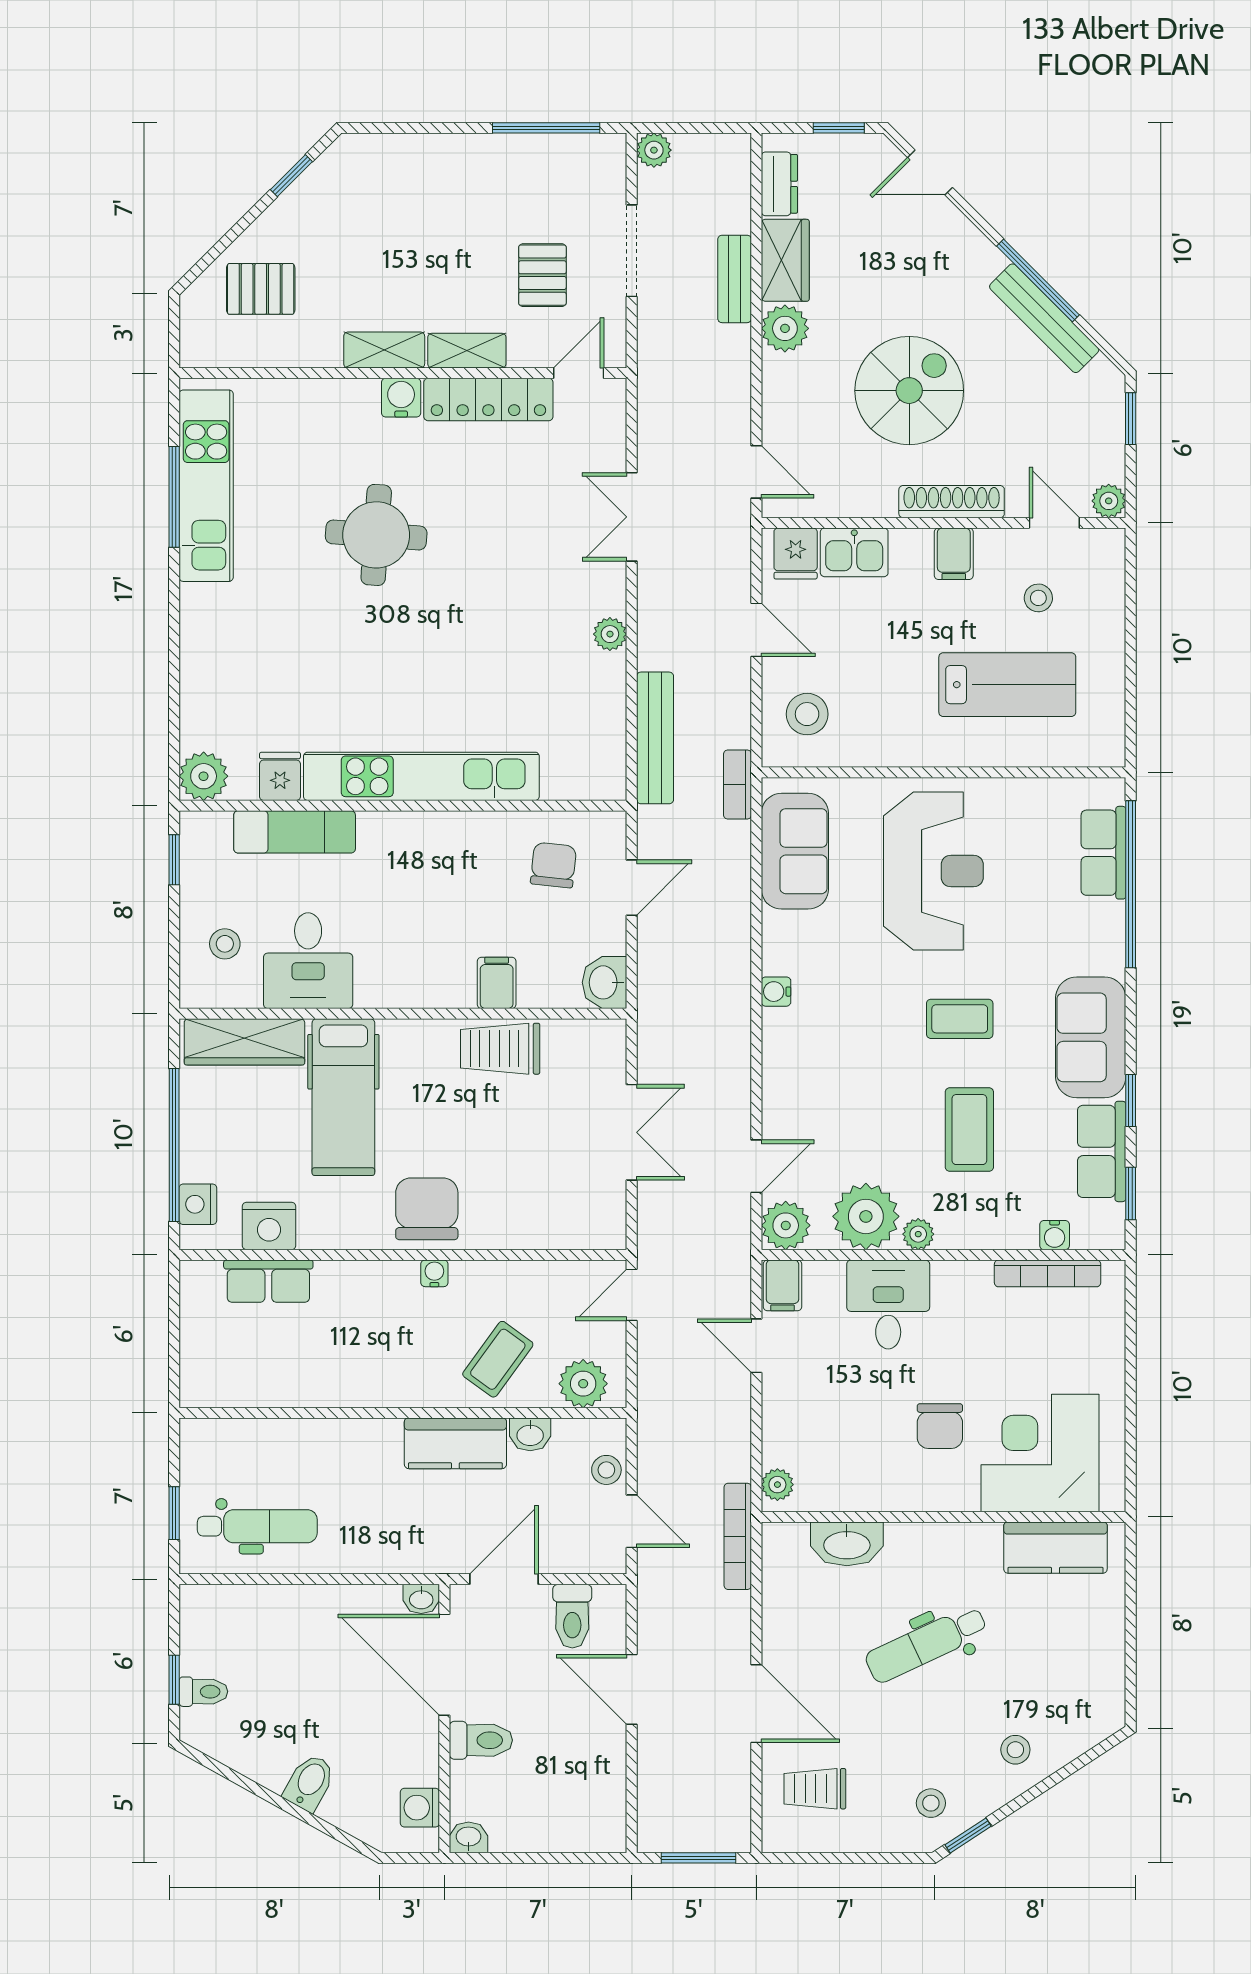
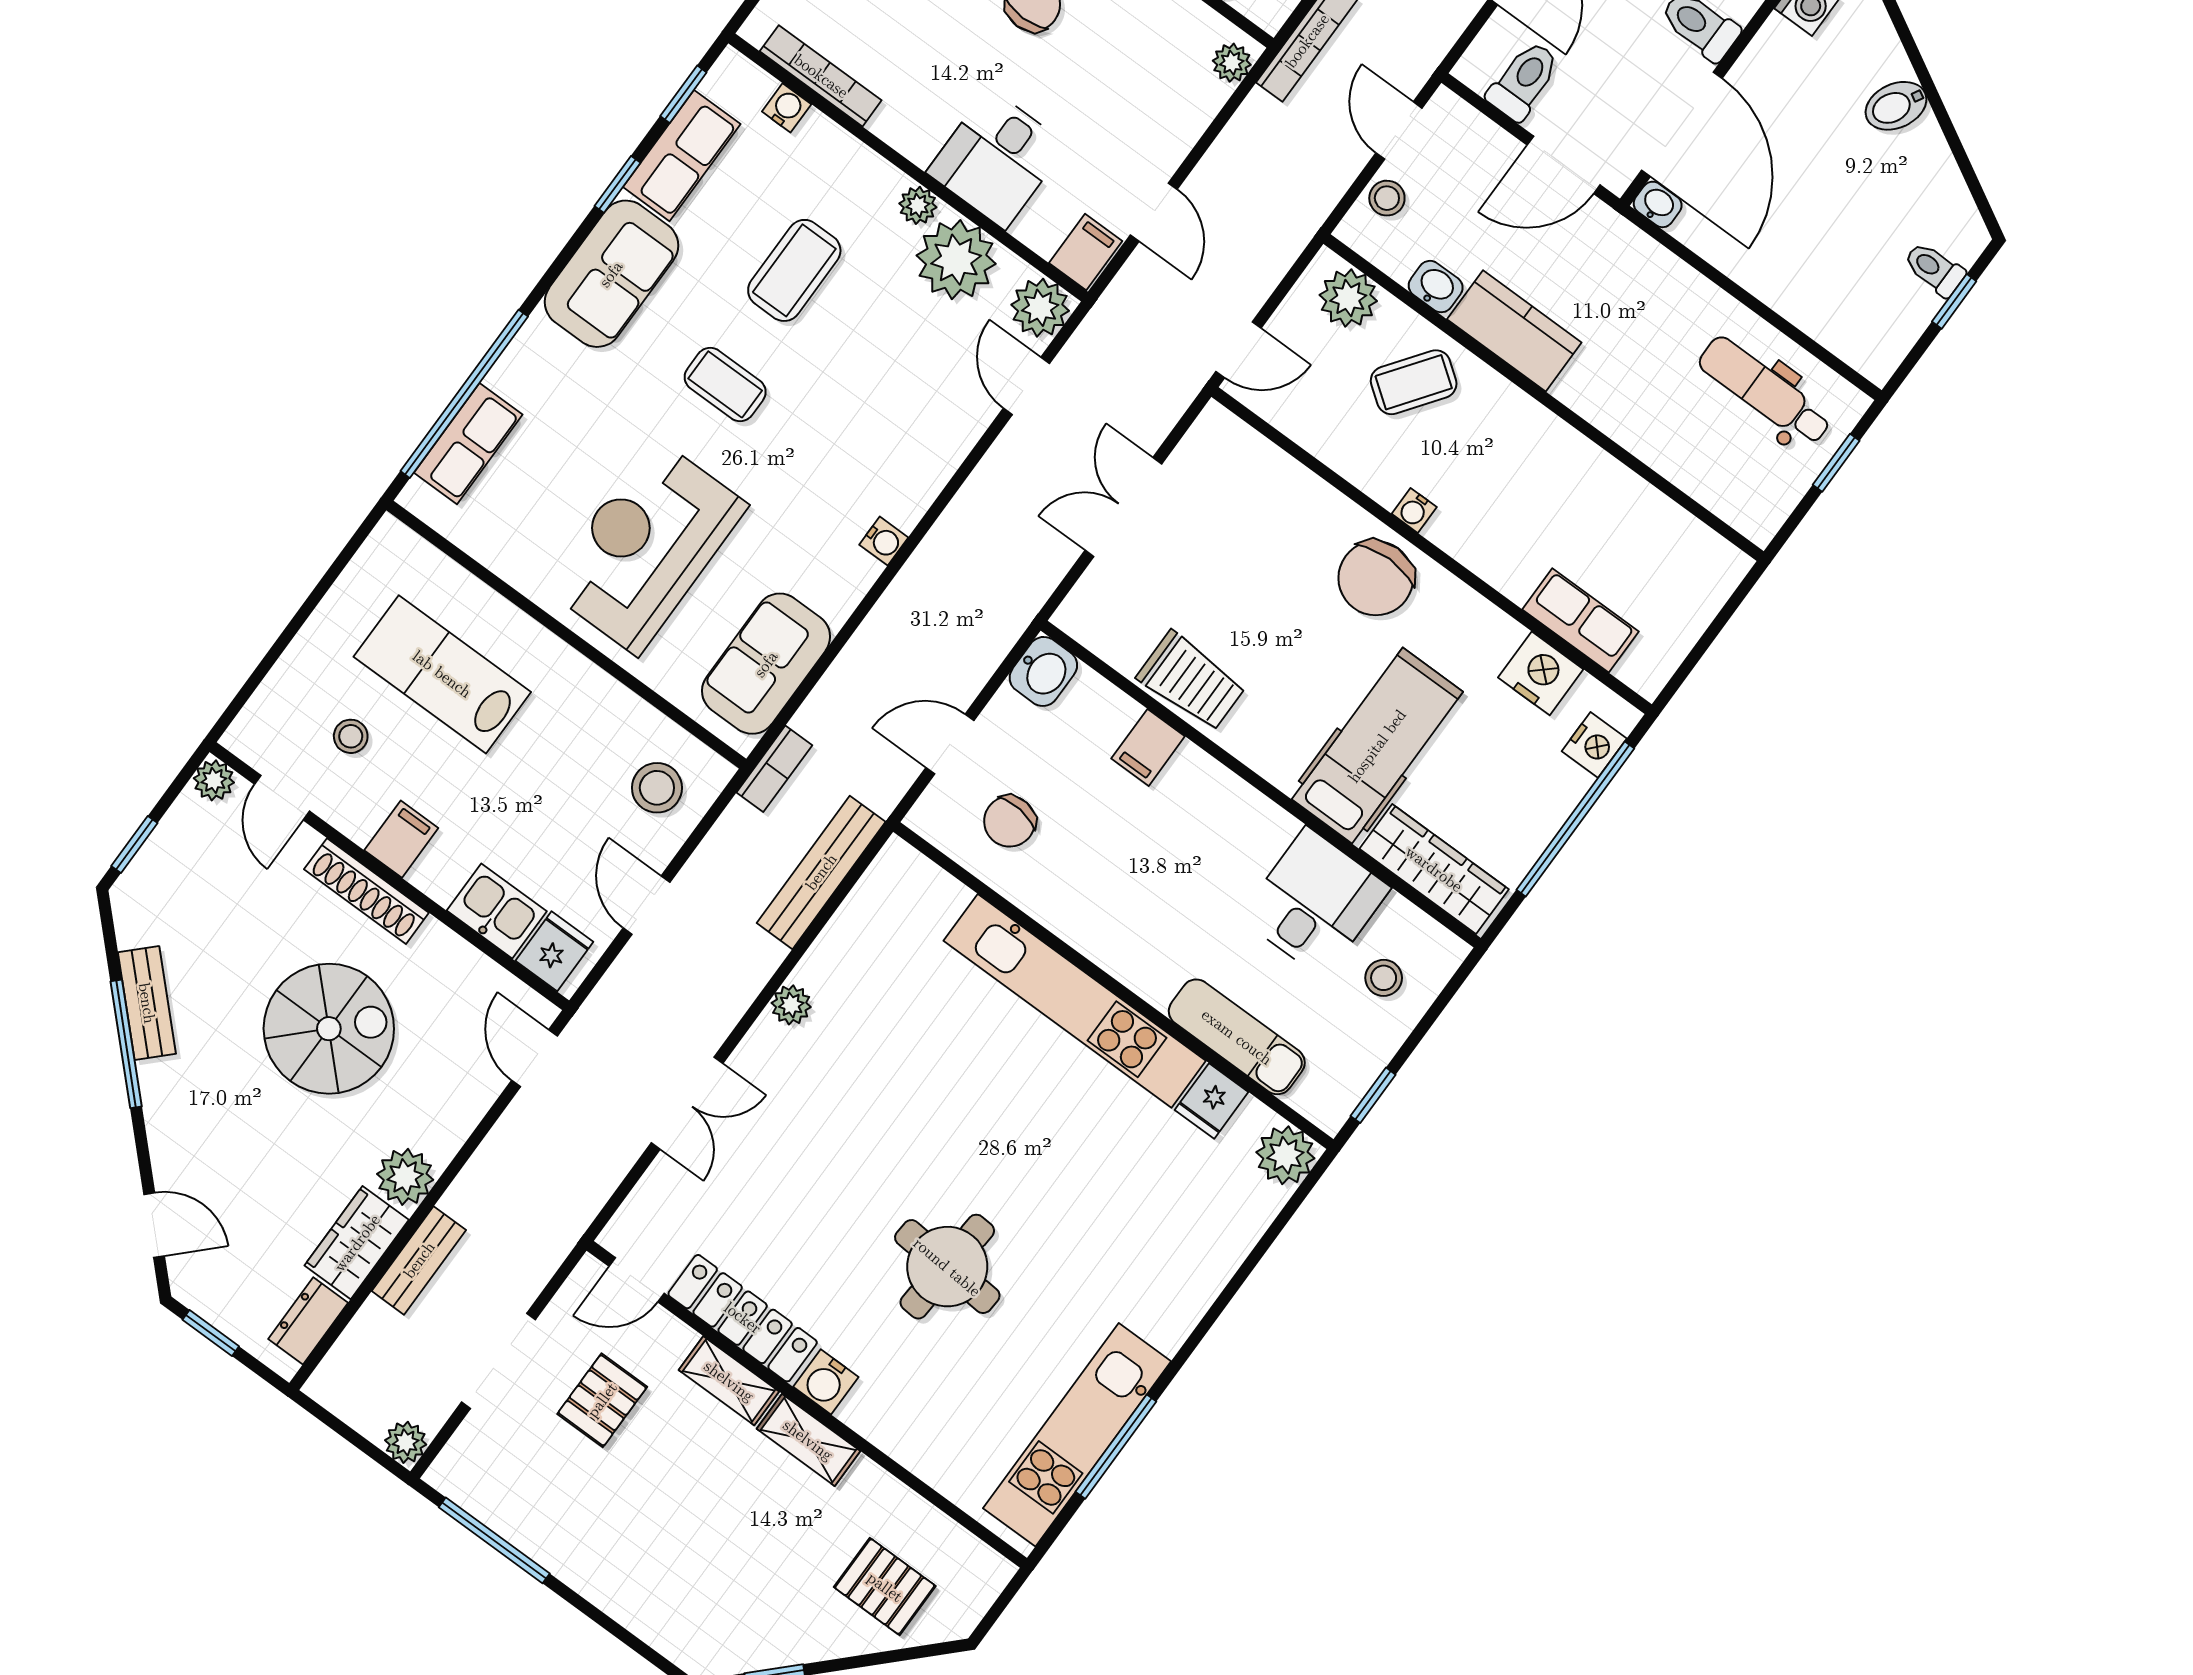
bench: (1044, 318) -> (147, 1003), width x0.73
spiral stairs: (909, 391) -> (329, 1029), turned 180
door: (756, 1166) -> (1026, 386), hinge flipped

